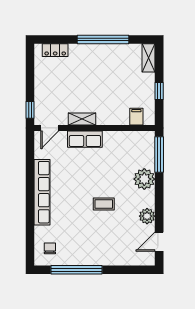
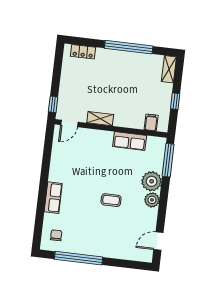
row of seats: (85, 139) -> (130, 141), moved
row of seats: (42, 192) -> (53, 198), width x0.50
plant: (147, 216) -> (152, 200), moved

